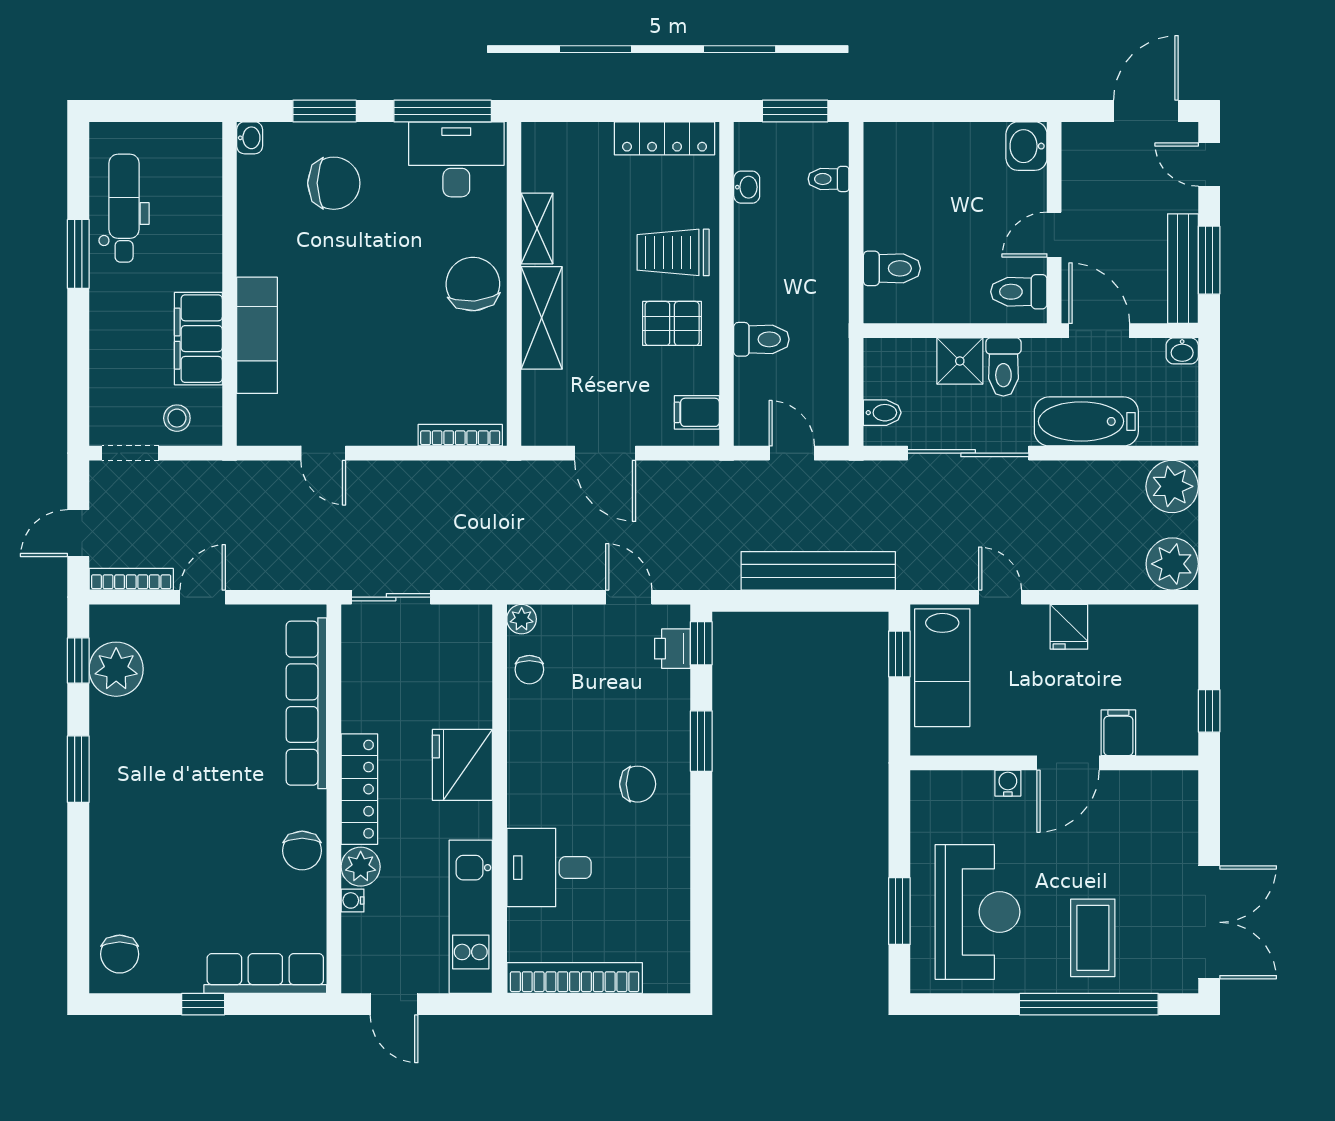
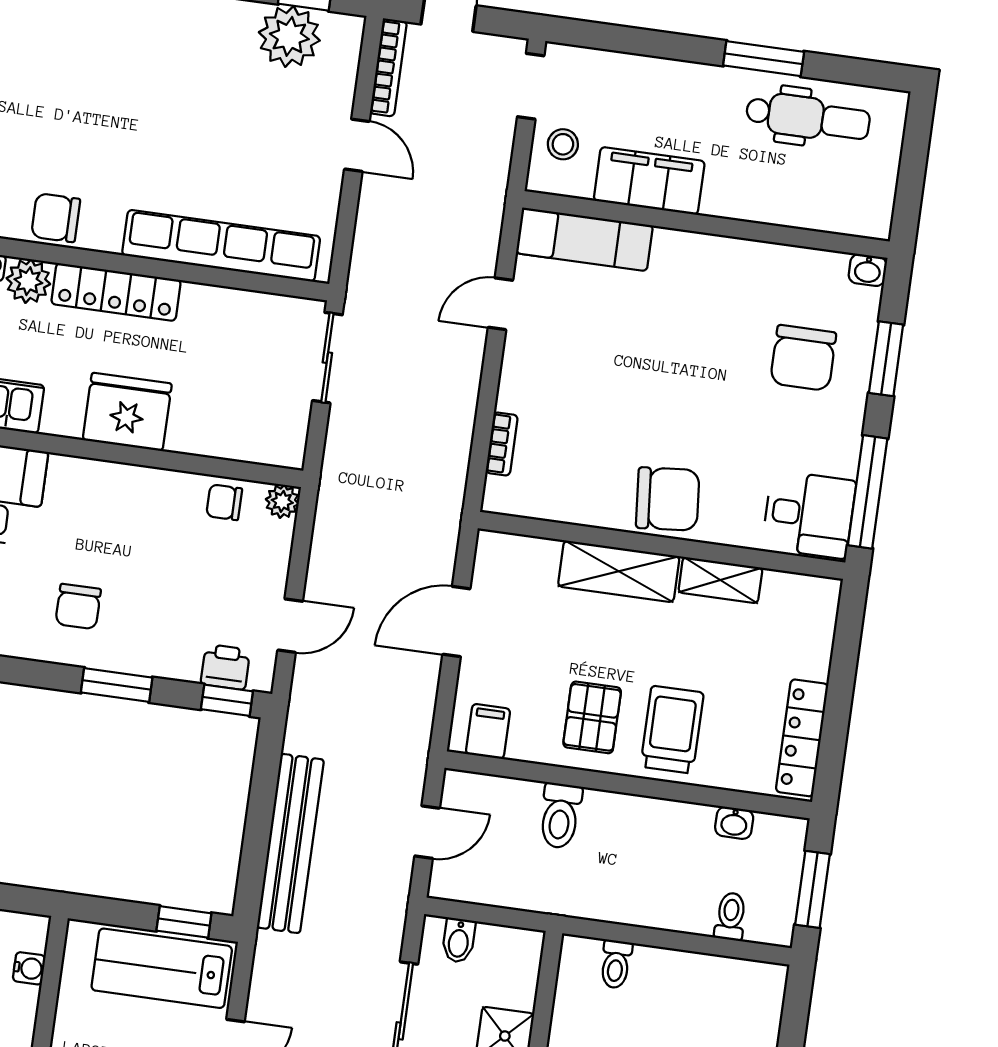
desk: (456, 159) -> (809, 514), width x0.73
toilet: (892, 268) -> (616, 964), width x0.73, depth x0.72
exam couch: (257, 335) -> (584, 239), moved
bookcase: (460, 435) -> (502, 444), width x0.64
water cooler: (1008, 783) -> (29, 968), moved

